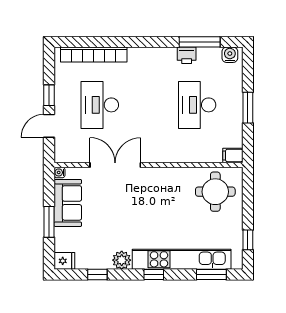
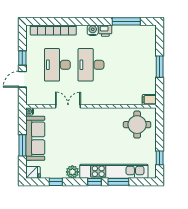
printer: (187, 55) -> (105, 31), moved
water cooler: (230, 55) -> (93, 30), moved
desk: (197, 105) -> (91, 65), moved
double door: (115, 165) -> (68, 106), width x0.73
sofa: (68, 203) -> (35, 138), width x1.36
window: (211, 275) -> (118, 182), moved

